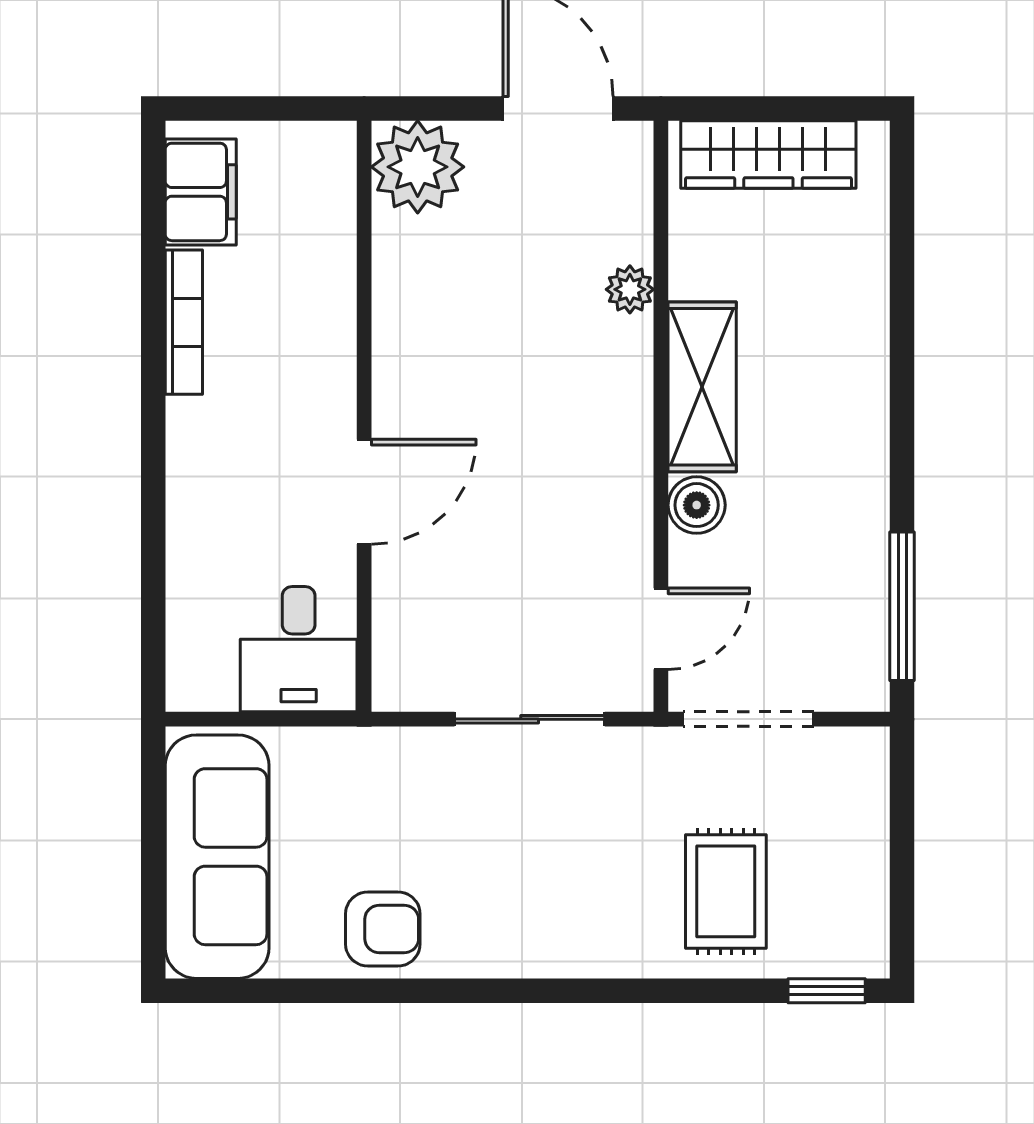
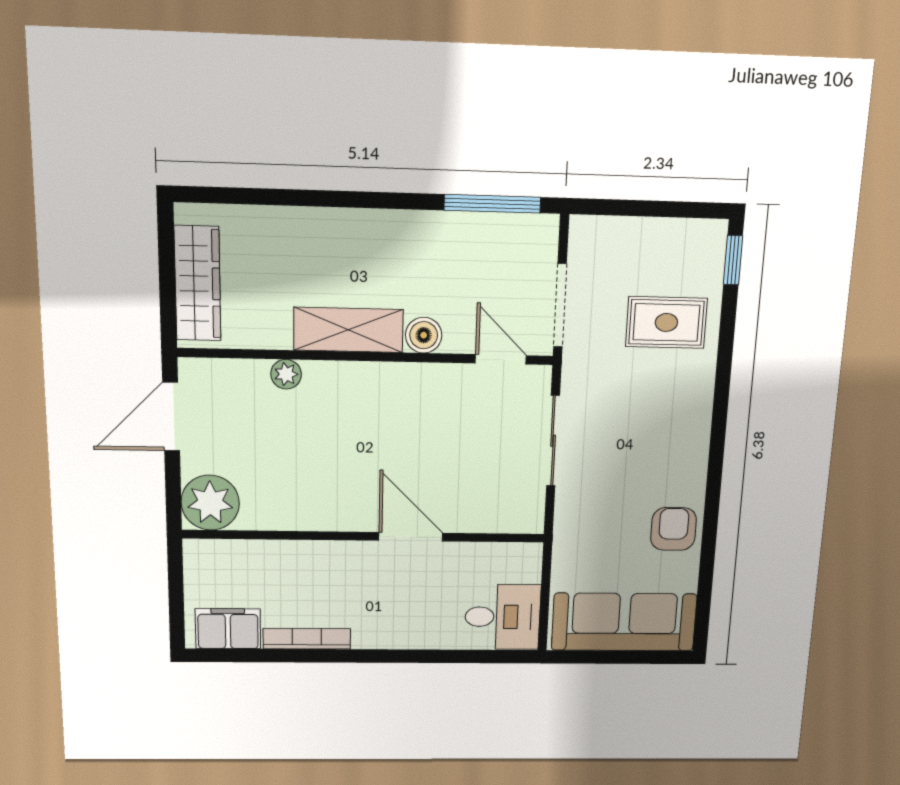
desk: (299, 649) -> (503, 617), moved

